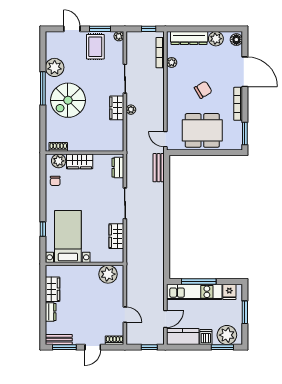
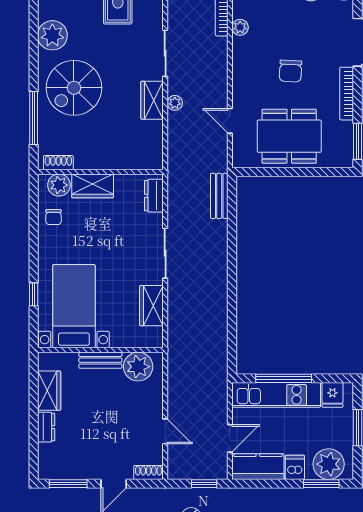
window: (43, 88) -> (34, 118), moved
chair: (203, 90) -> (291, 71), turned 124
door: (165, 139) -> (230, 121), moved
bench: (59, 340) -> (100, 360), moved

